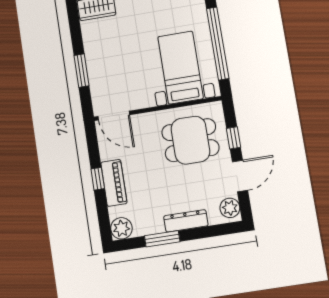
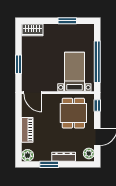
window: (234, 138) -> (97, 106), moved
dining table: (190, 140) -> (73, 113), turned 90
window: (98, 179) -> (19, 126), removed

